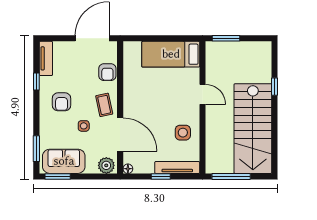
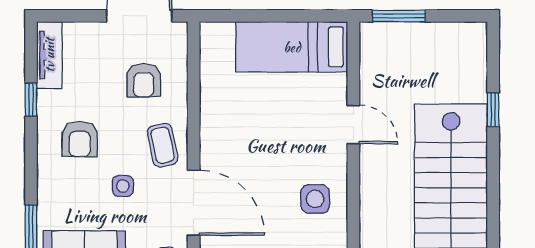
armchair: (107, 72) -> (144, 80), moved

